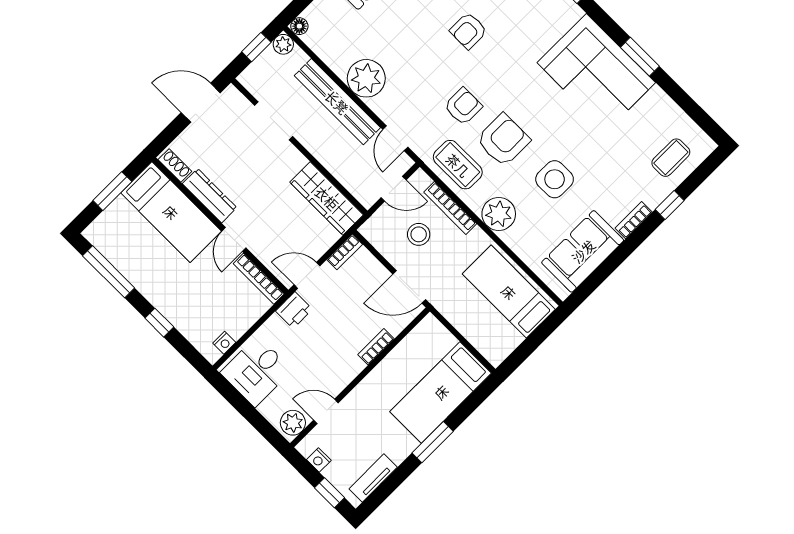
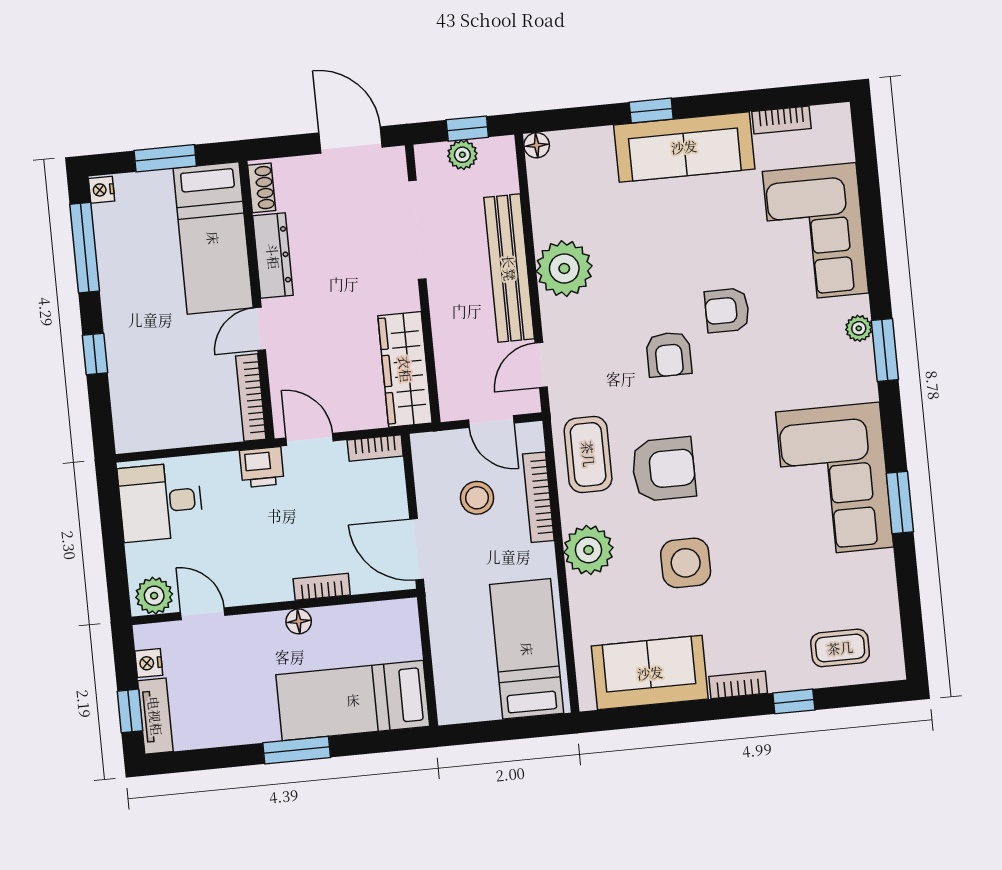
plant: (283, 44) -> (462, 155), moved
armchair: (463, 106) -> (669, 354), moved, turned 90
doorway: (274, 121) -> (417, 230), width x1.36
nightstand: (224, 343) -> (102, 190), moved, turned 90
floor lamp: (379, 374) -> (299, 621), added
tv unit: (373, 478) -> (155, 716), moved, turned 90

